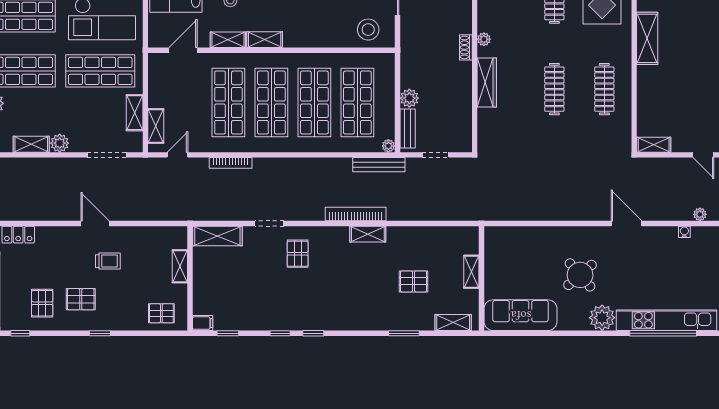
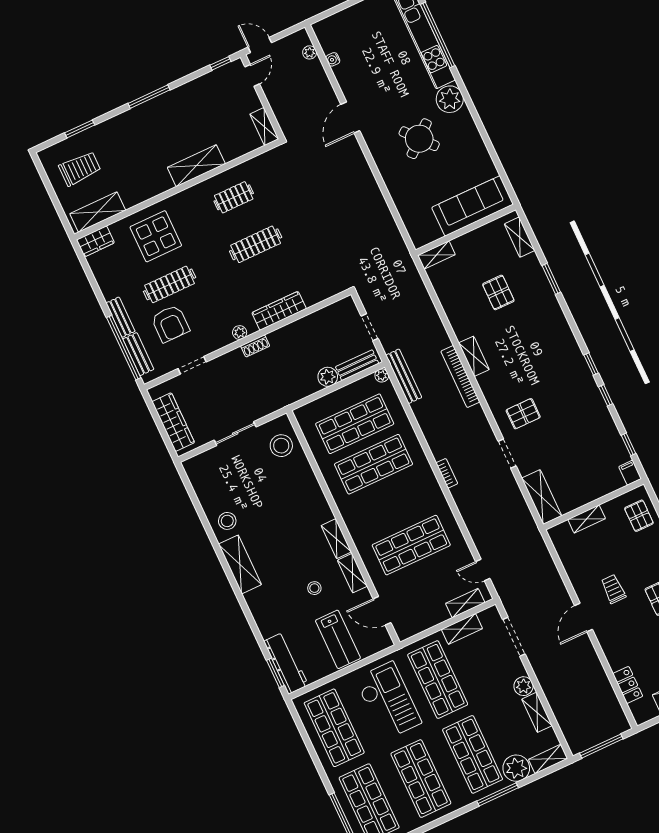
shelving: (647, 38) -> (196, 166), moved
clothes rail: (604, 89) -> (234, 197), width x0.73
shop shelf: (271, 103) -> (392, 505), removed
bookcase: (231, 163) -> (447, 473), moved, width x0.64
shelving: (471, 272) -> (436, 255), moved
sofa: (521, 315) -> (473, 206), moved, turned 90

